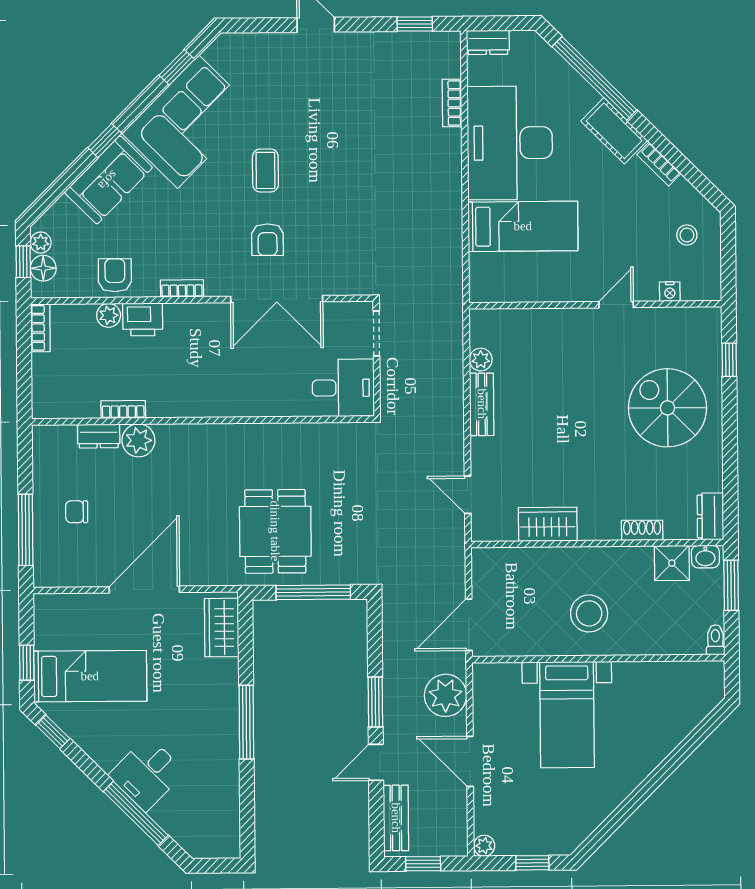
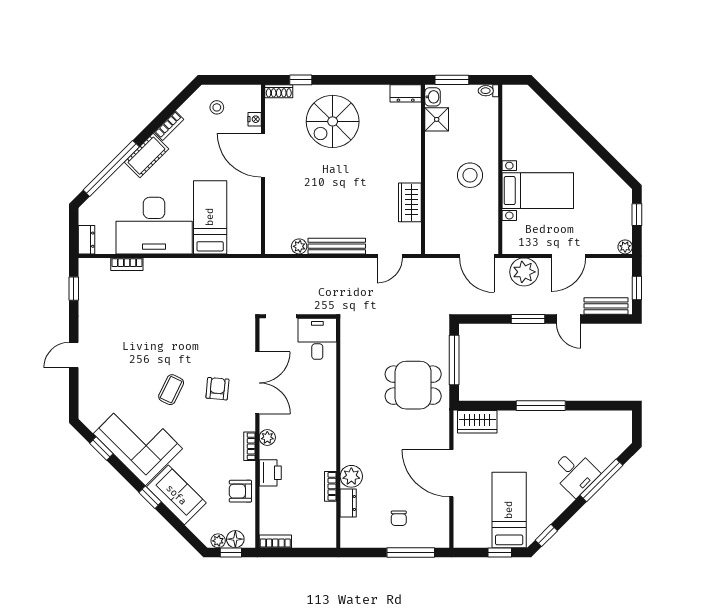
coffee table: (265, 170) -> (171, 390), turned -64
armchair: (267, 240) -> (217, 389), turned -85
door: (616, 305) -> (263, 155), width x1.87
plant: (109, 315) -> (267, 437), moved
bench: (482, 404) -> (337, 246), width x1.36
shoe rack: (642, 530) -> (279, 91), moved, turned -90

